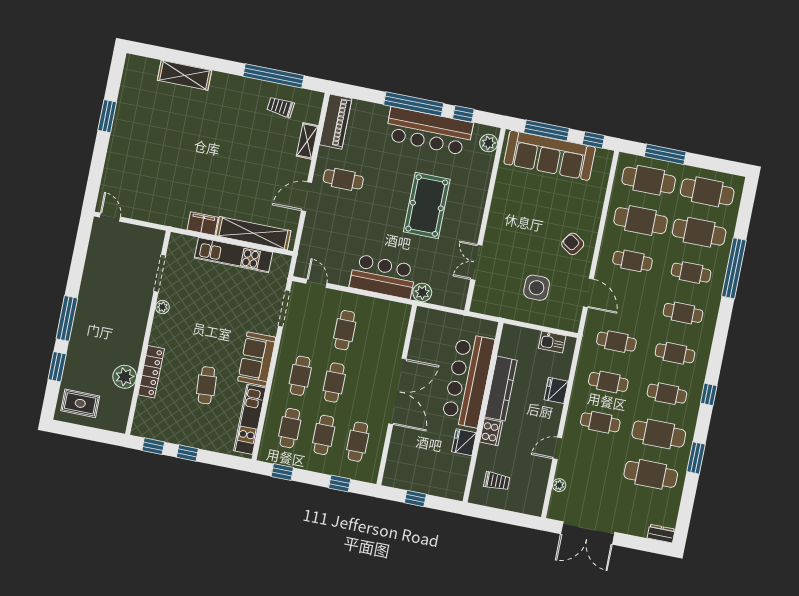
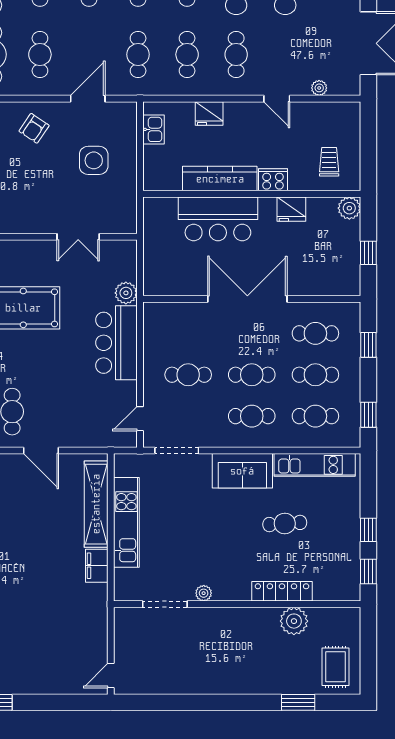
window: (67, 318) -> (239, 702), removed
bar counter: (468, 380) -> (218, 219), width x0.73
plant: (455, 490) -> (349, 208), added

